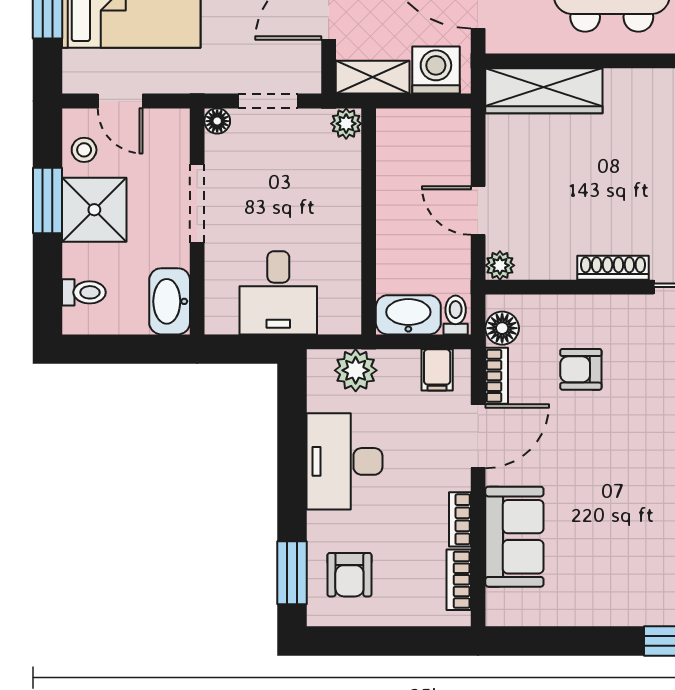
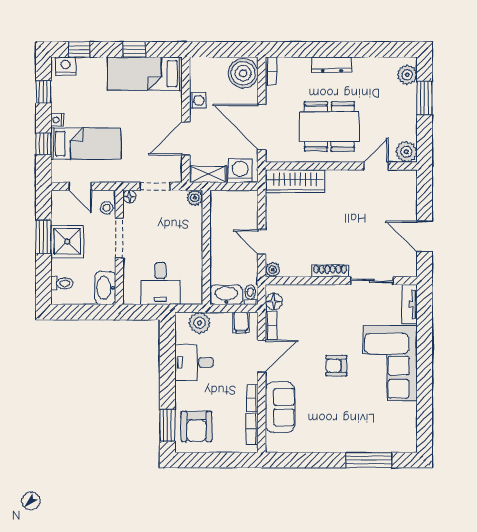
stool: (84, 150) -> (107, 208), moved
armchair: (581, 369) -> (336, 366), moved
desk: (344, 461) -> (194, 362), width x0.73
armchair: (349, 575) -> (196, 426), width x1.38, depth x1.38

